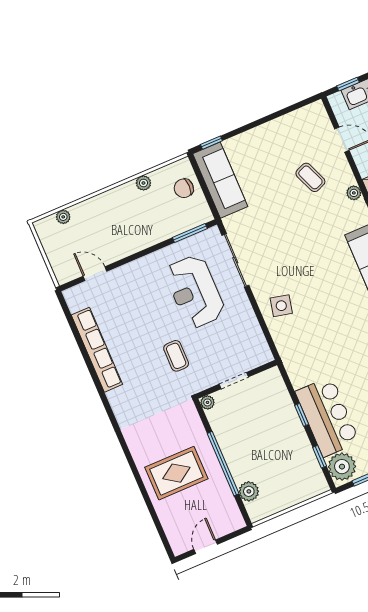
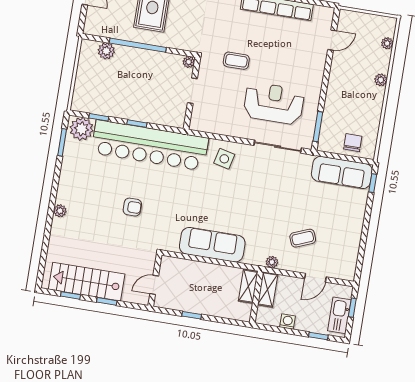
plant: (143, 183) -> (381, 80), moved
bar counter: (327, 417) -> (150, 145), width x1.86

